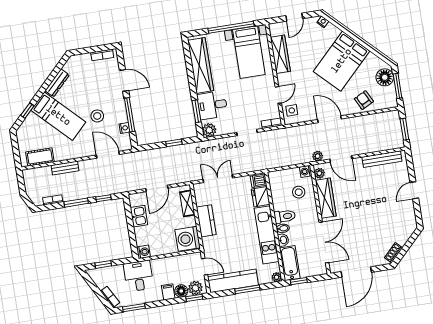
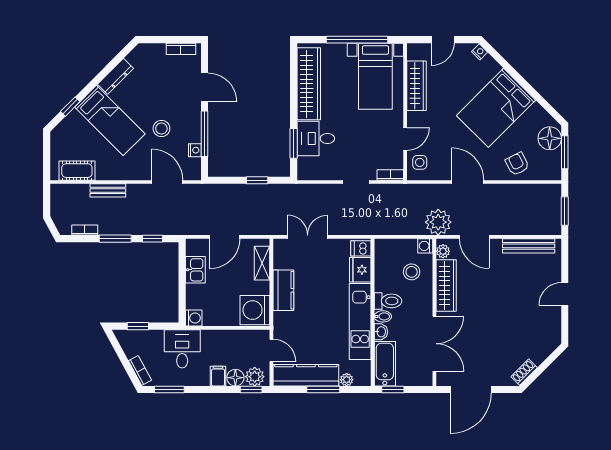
plant: (209, 130) -> (306, 171), removed
plant: (318, 156) -> (438, 222), width x1.87, depth x1.87
plant: (277, 277) -> (347, 380), moved

